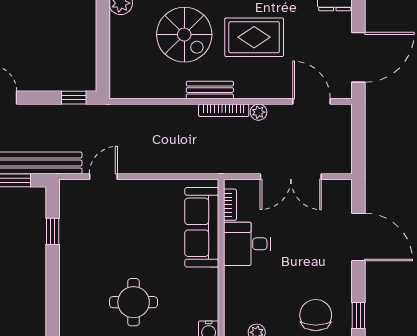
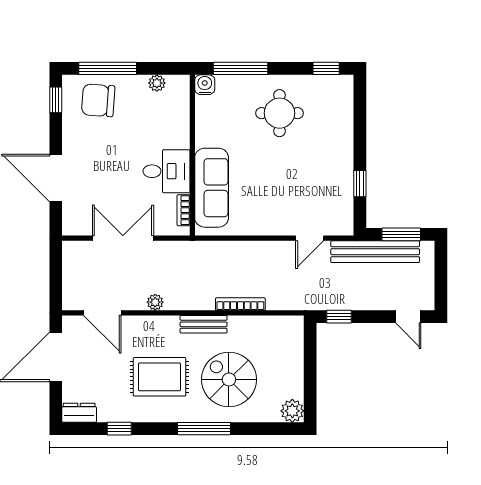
bookcase: (224, 110) -> (240, 304), moved
chair: (316, 315) -> (98, 100), turned 94

